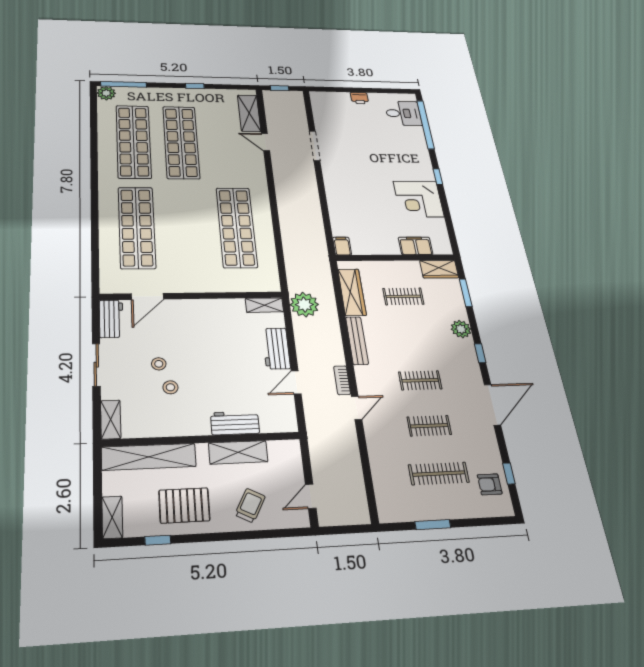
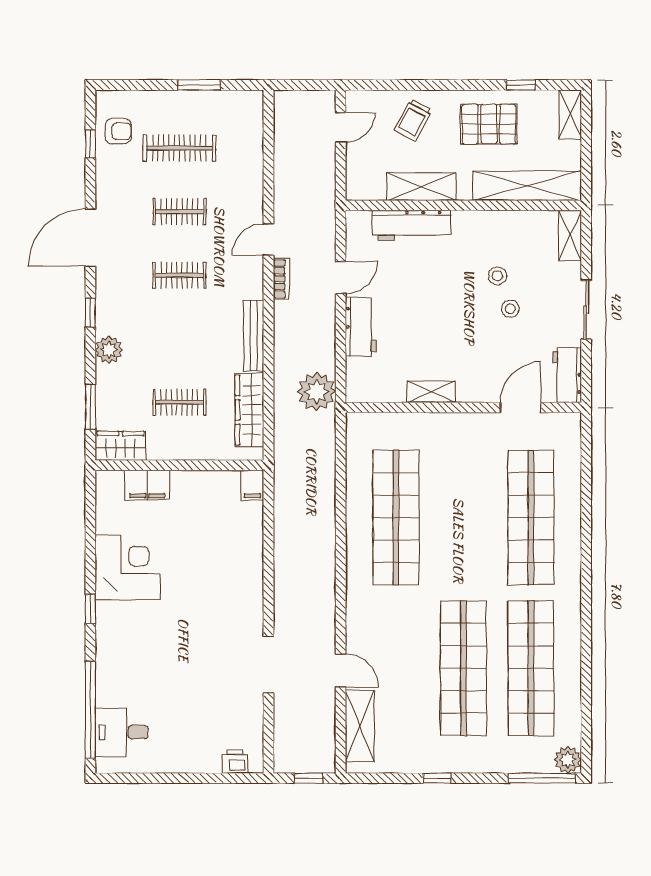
printer: (359, 98) -> (235, 762), moved
shelving: (264, 305) -> (431, 392), moved
workbench: (235, 423) -> (411, 225), width x1.38

